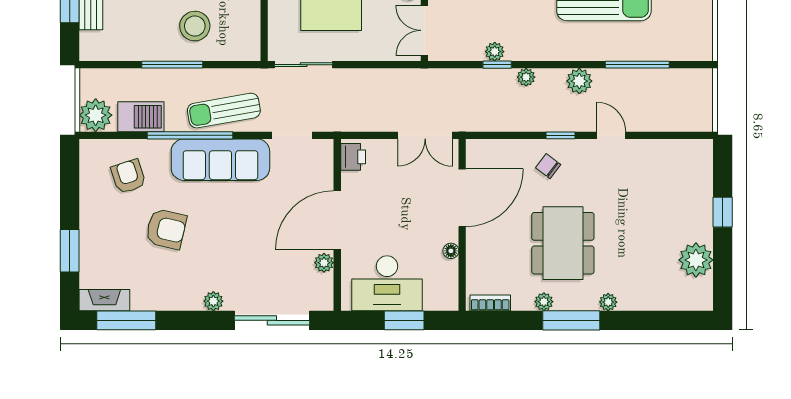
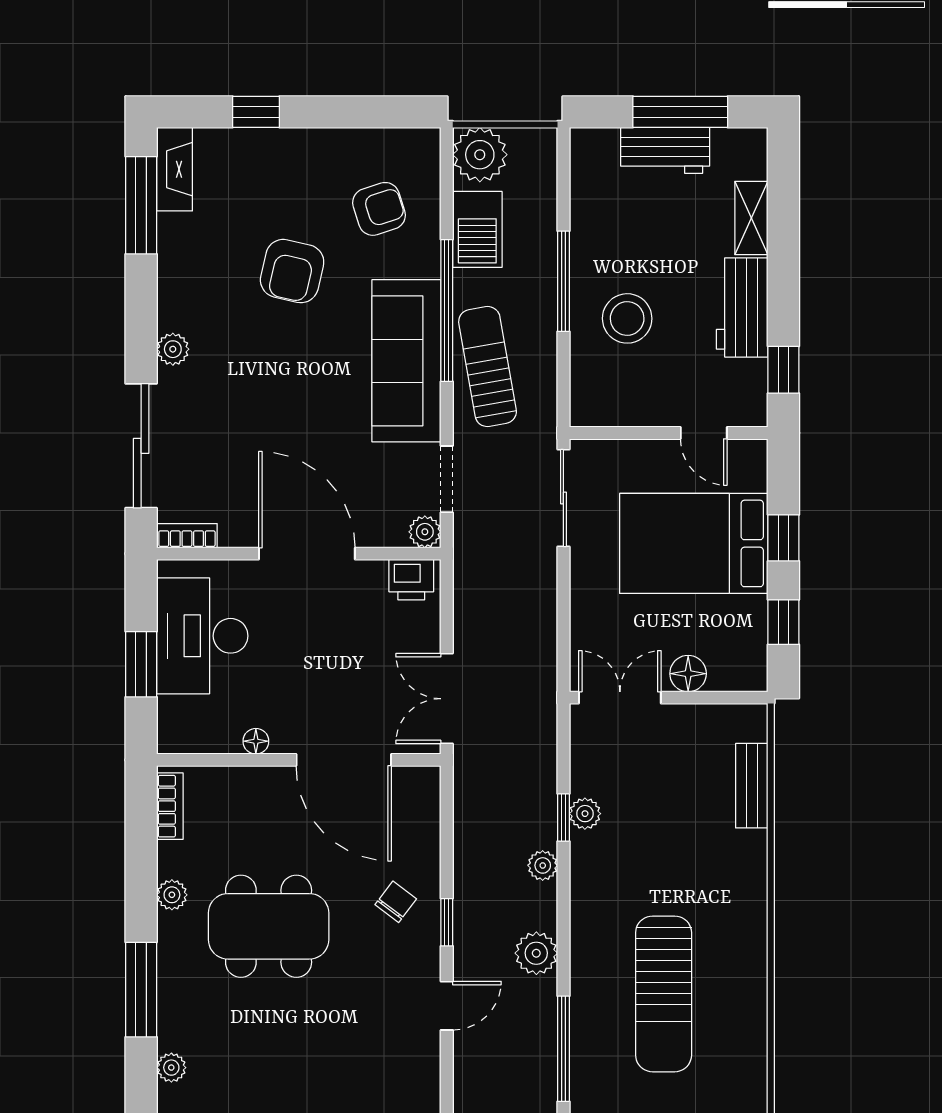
window: (70, 251) -> (256, 112), width x0.67
plant: (324, 263) -> (425, 532), moved
bookcase: (326, 293) -> (187, 536), added
plant: (608, 302) -> (171, 1068), moved
window: (571, 320) -> (141, 990), moved

